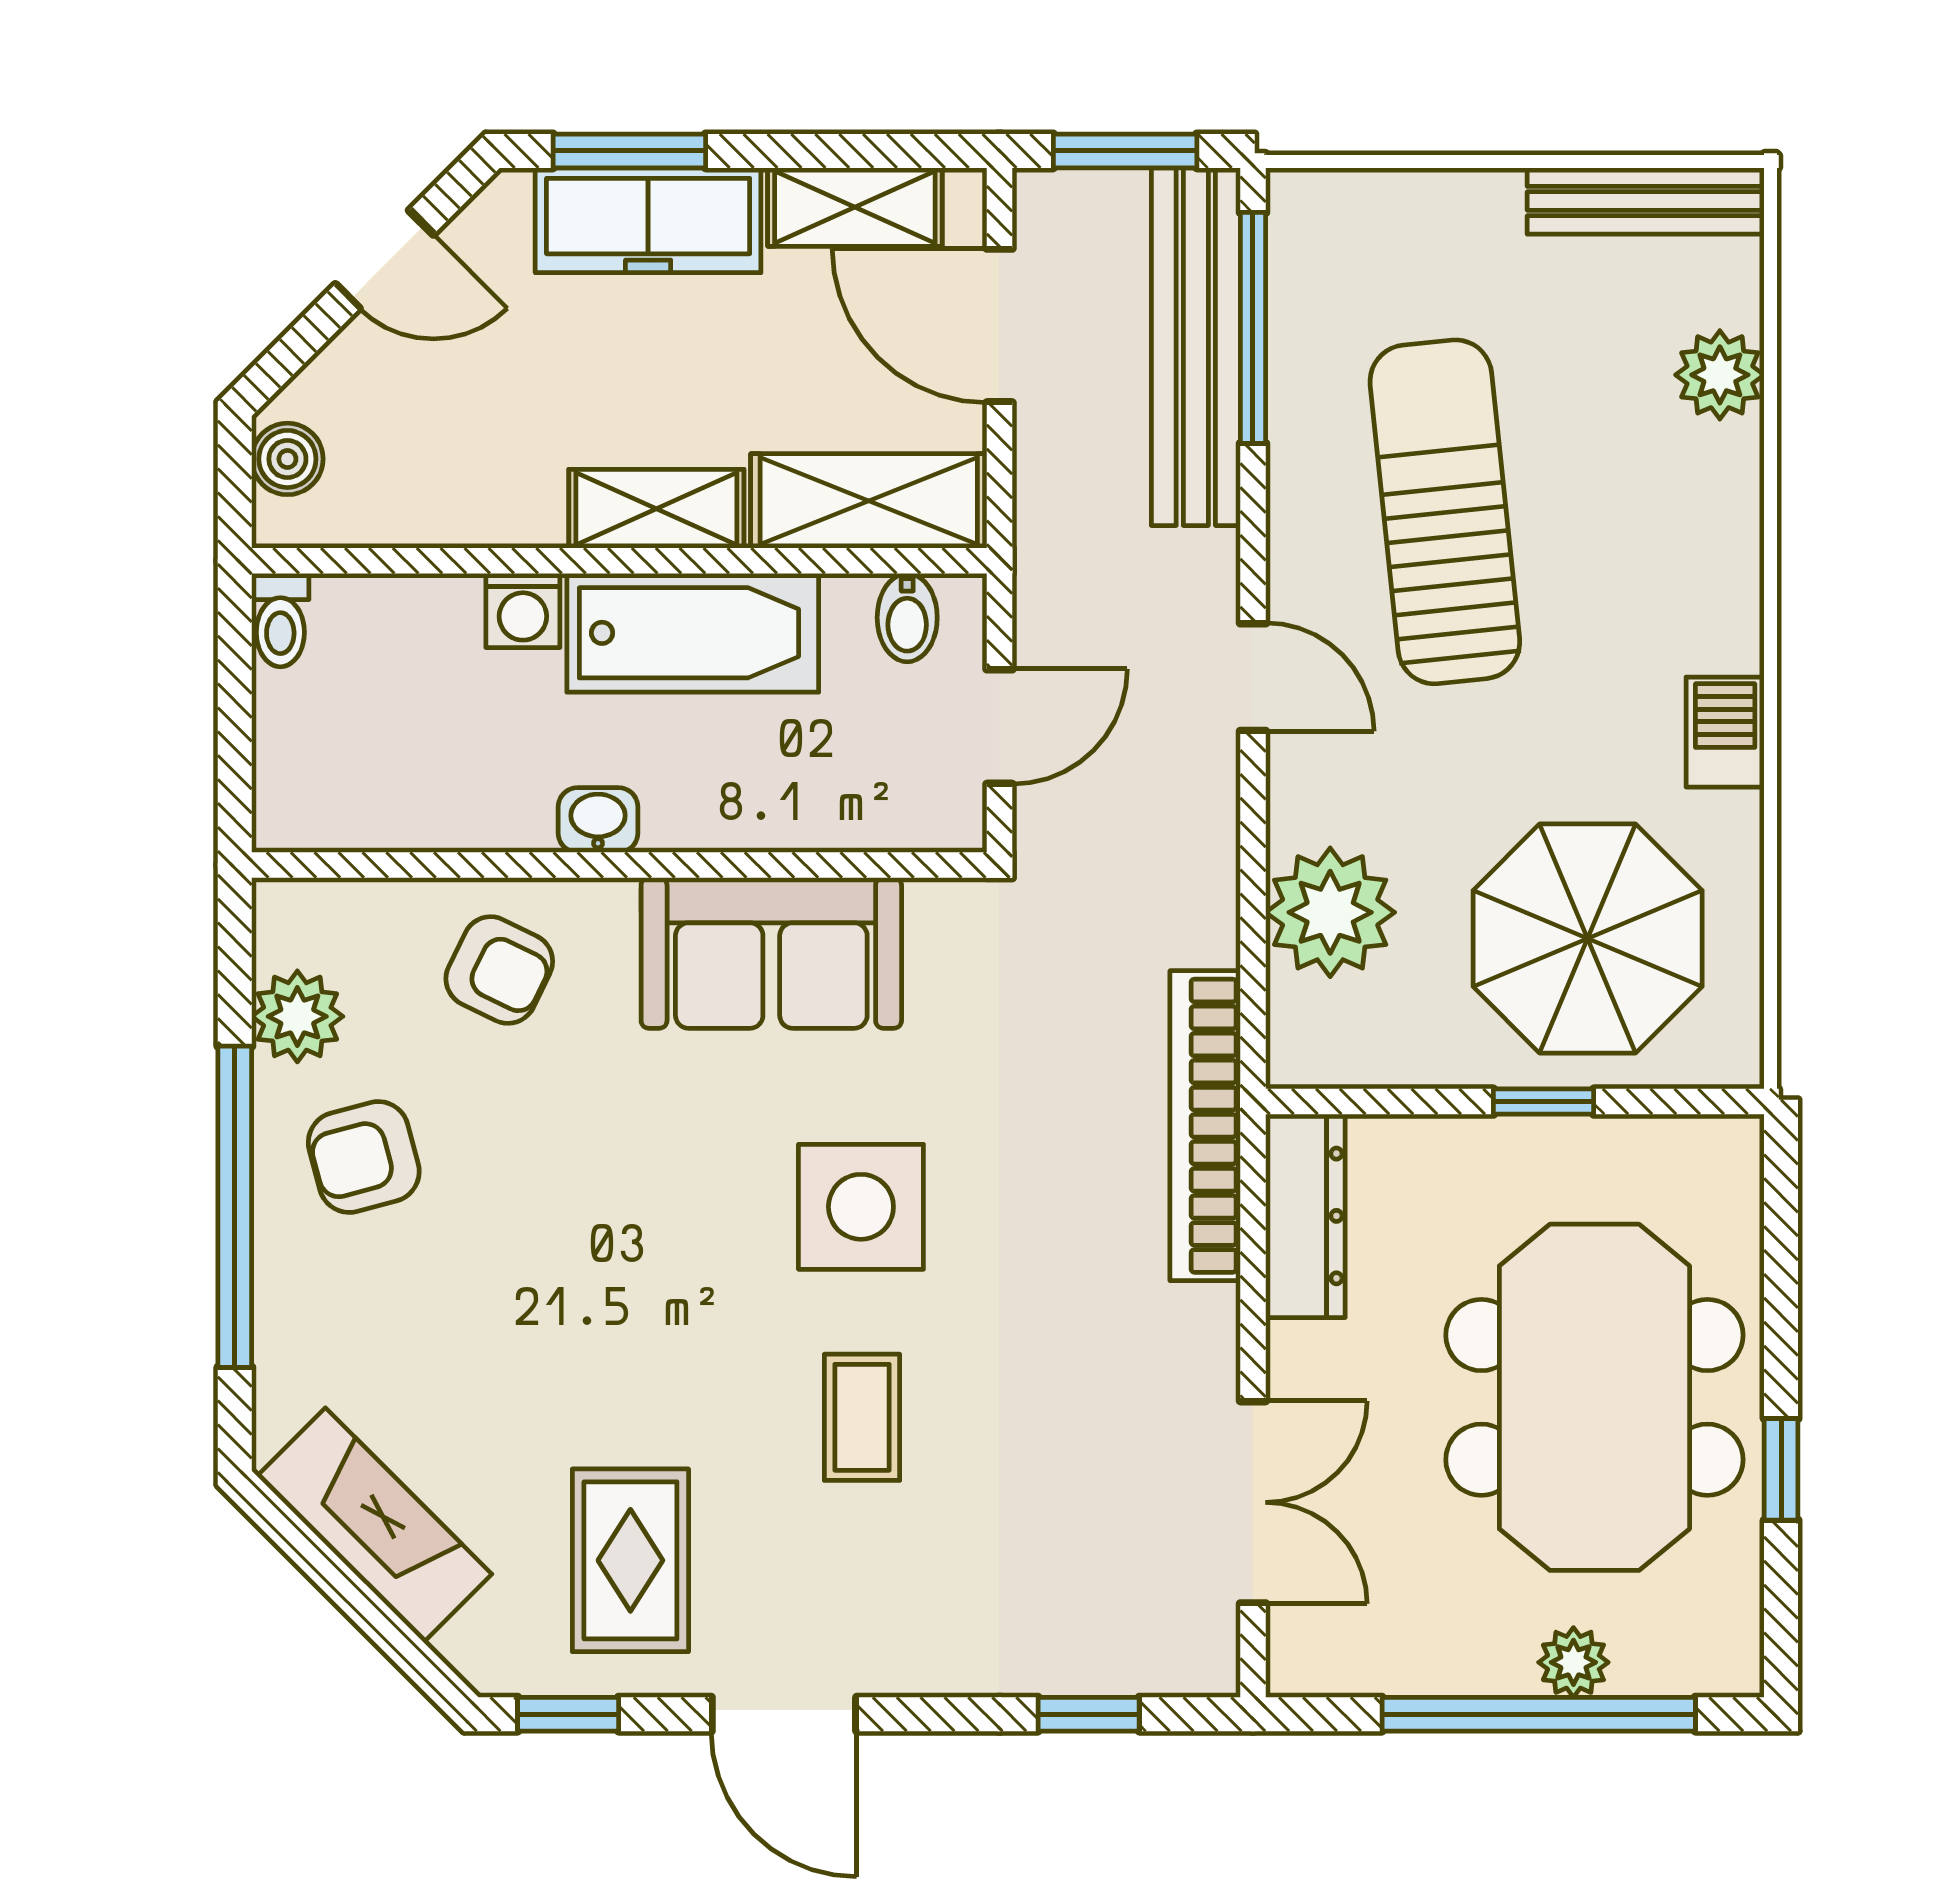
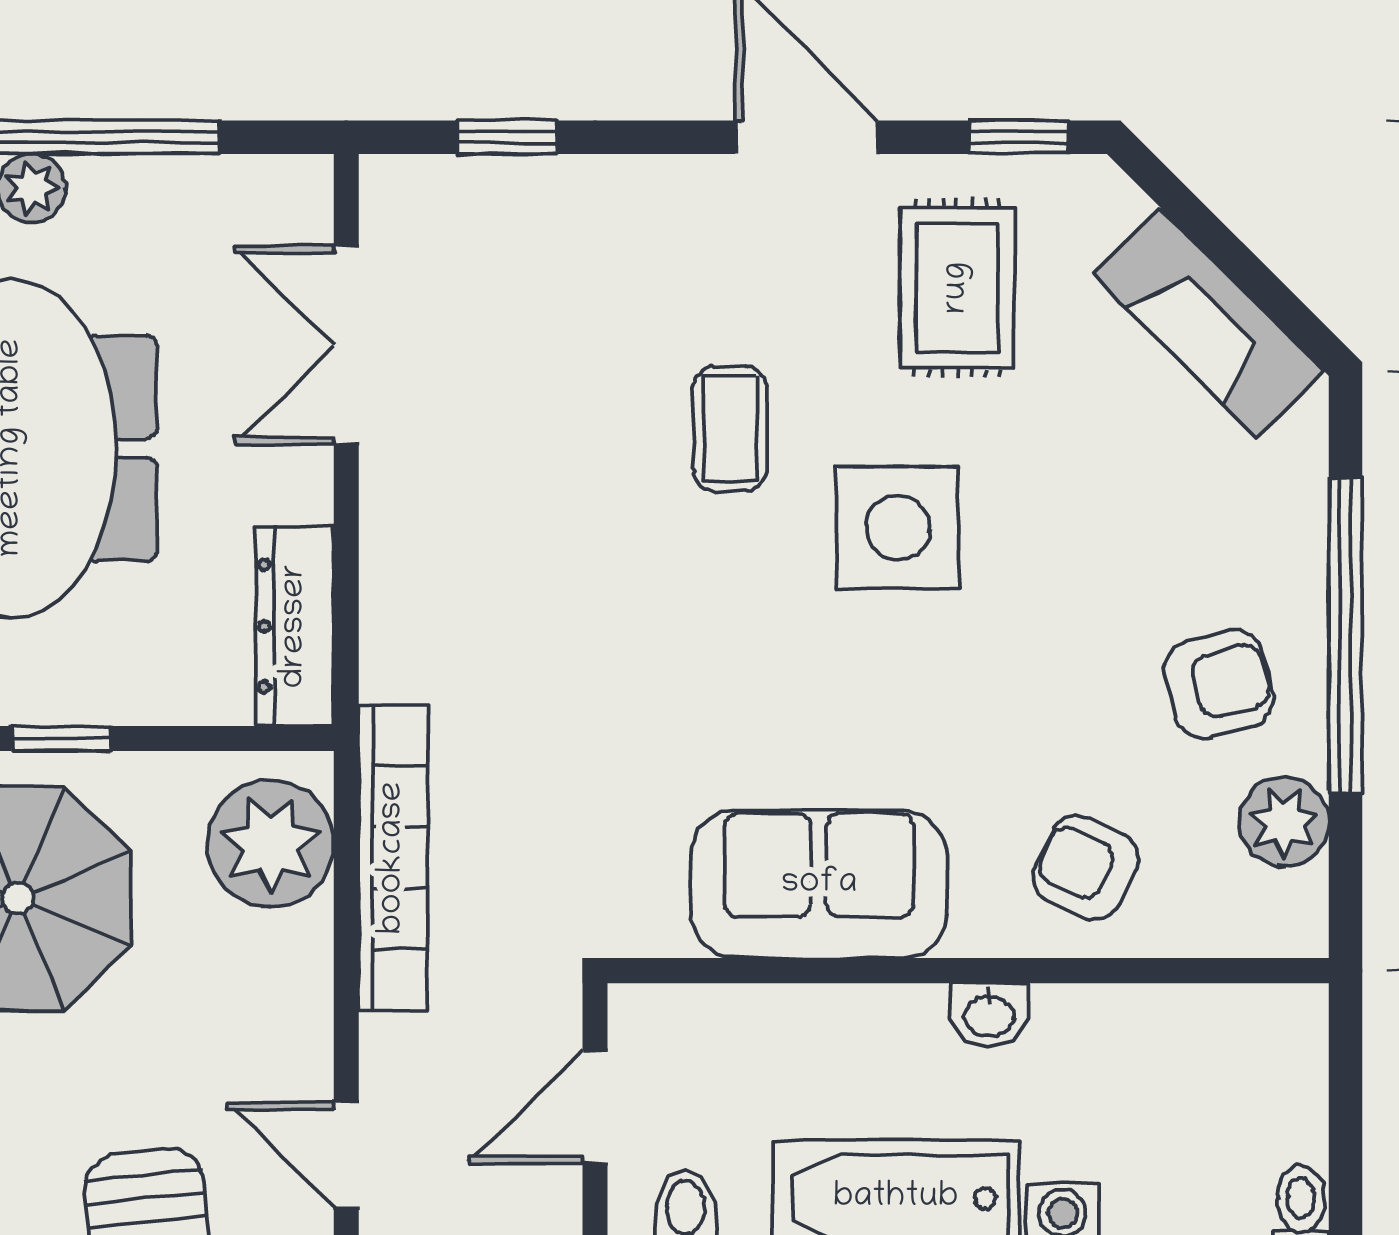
plant: (1330, 912) -> (270, 844), moved
bookcase: (1205, 1126) -> (393, 858), moved
side table: (861, 1207) -> (898, 528), moved

